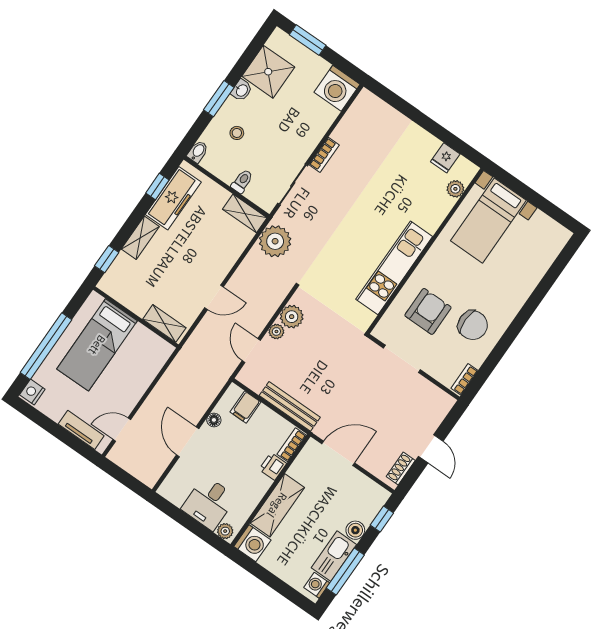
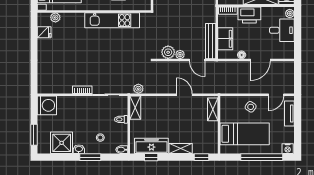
plant: (275, 241) -> (138, 89), width x0.53, depth x0.53
door: (251, 351) -> (197, 60), hinge flipped
side table: (130, 381) -> (251, 107), added
bench: (290, 406) -> (211, 41), moved
filing cabinet: (245, 407) -> (225, 39), width x2.00
door: (122, 430) -> (276, 95), hinge flipped
printer: (273, 466) -> (249, 15), width x1.87, depth x1.48

